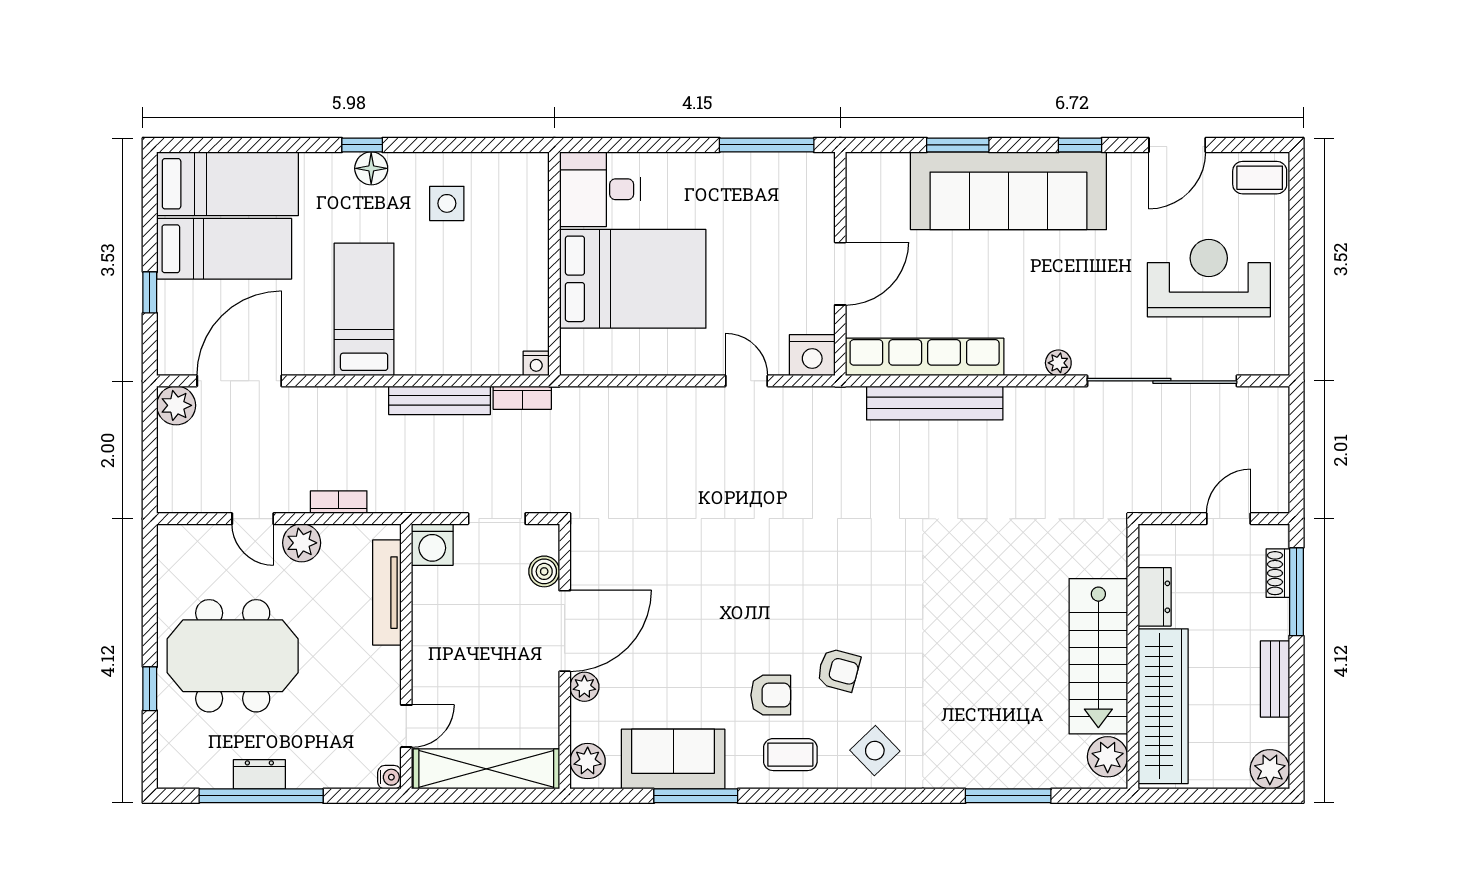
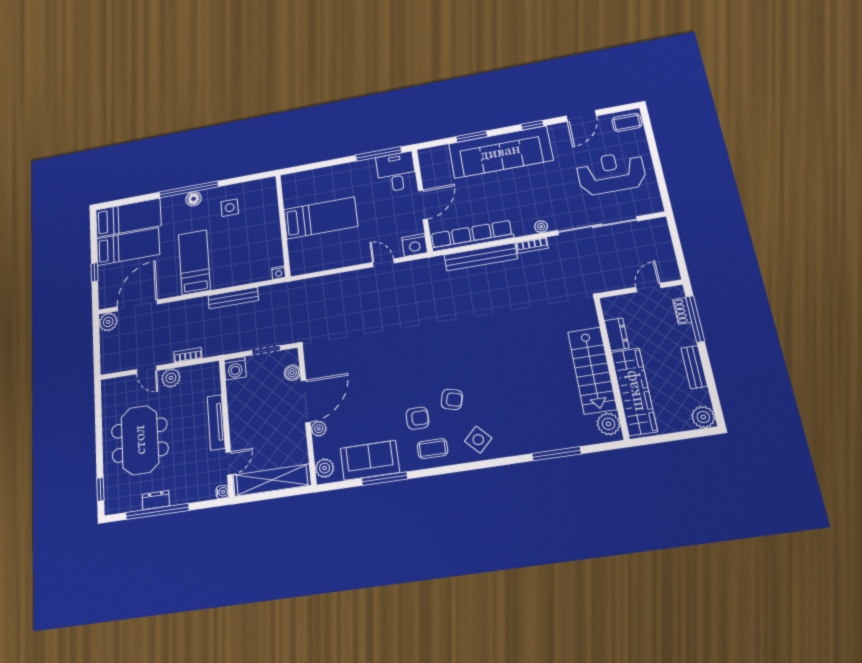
window: (362, 145) -> (189, 189), width x3.17
desk: (600, 189) -> (396, 172), moved, turned 90
bed: (633, 279) -> (321, 218), width x0.67
bookcase: (522, 398) -> (532, 245), moved
tv unit: (387, 593) -> (216, 422), moved
meeting table: (233, 656) -> (140, 440), turned 90
window: (150, 689) -> (100, 489), moved

